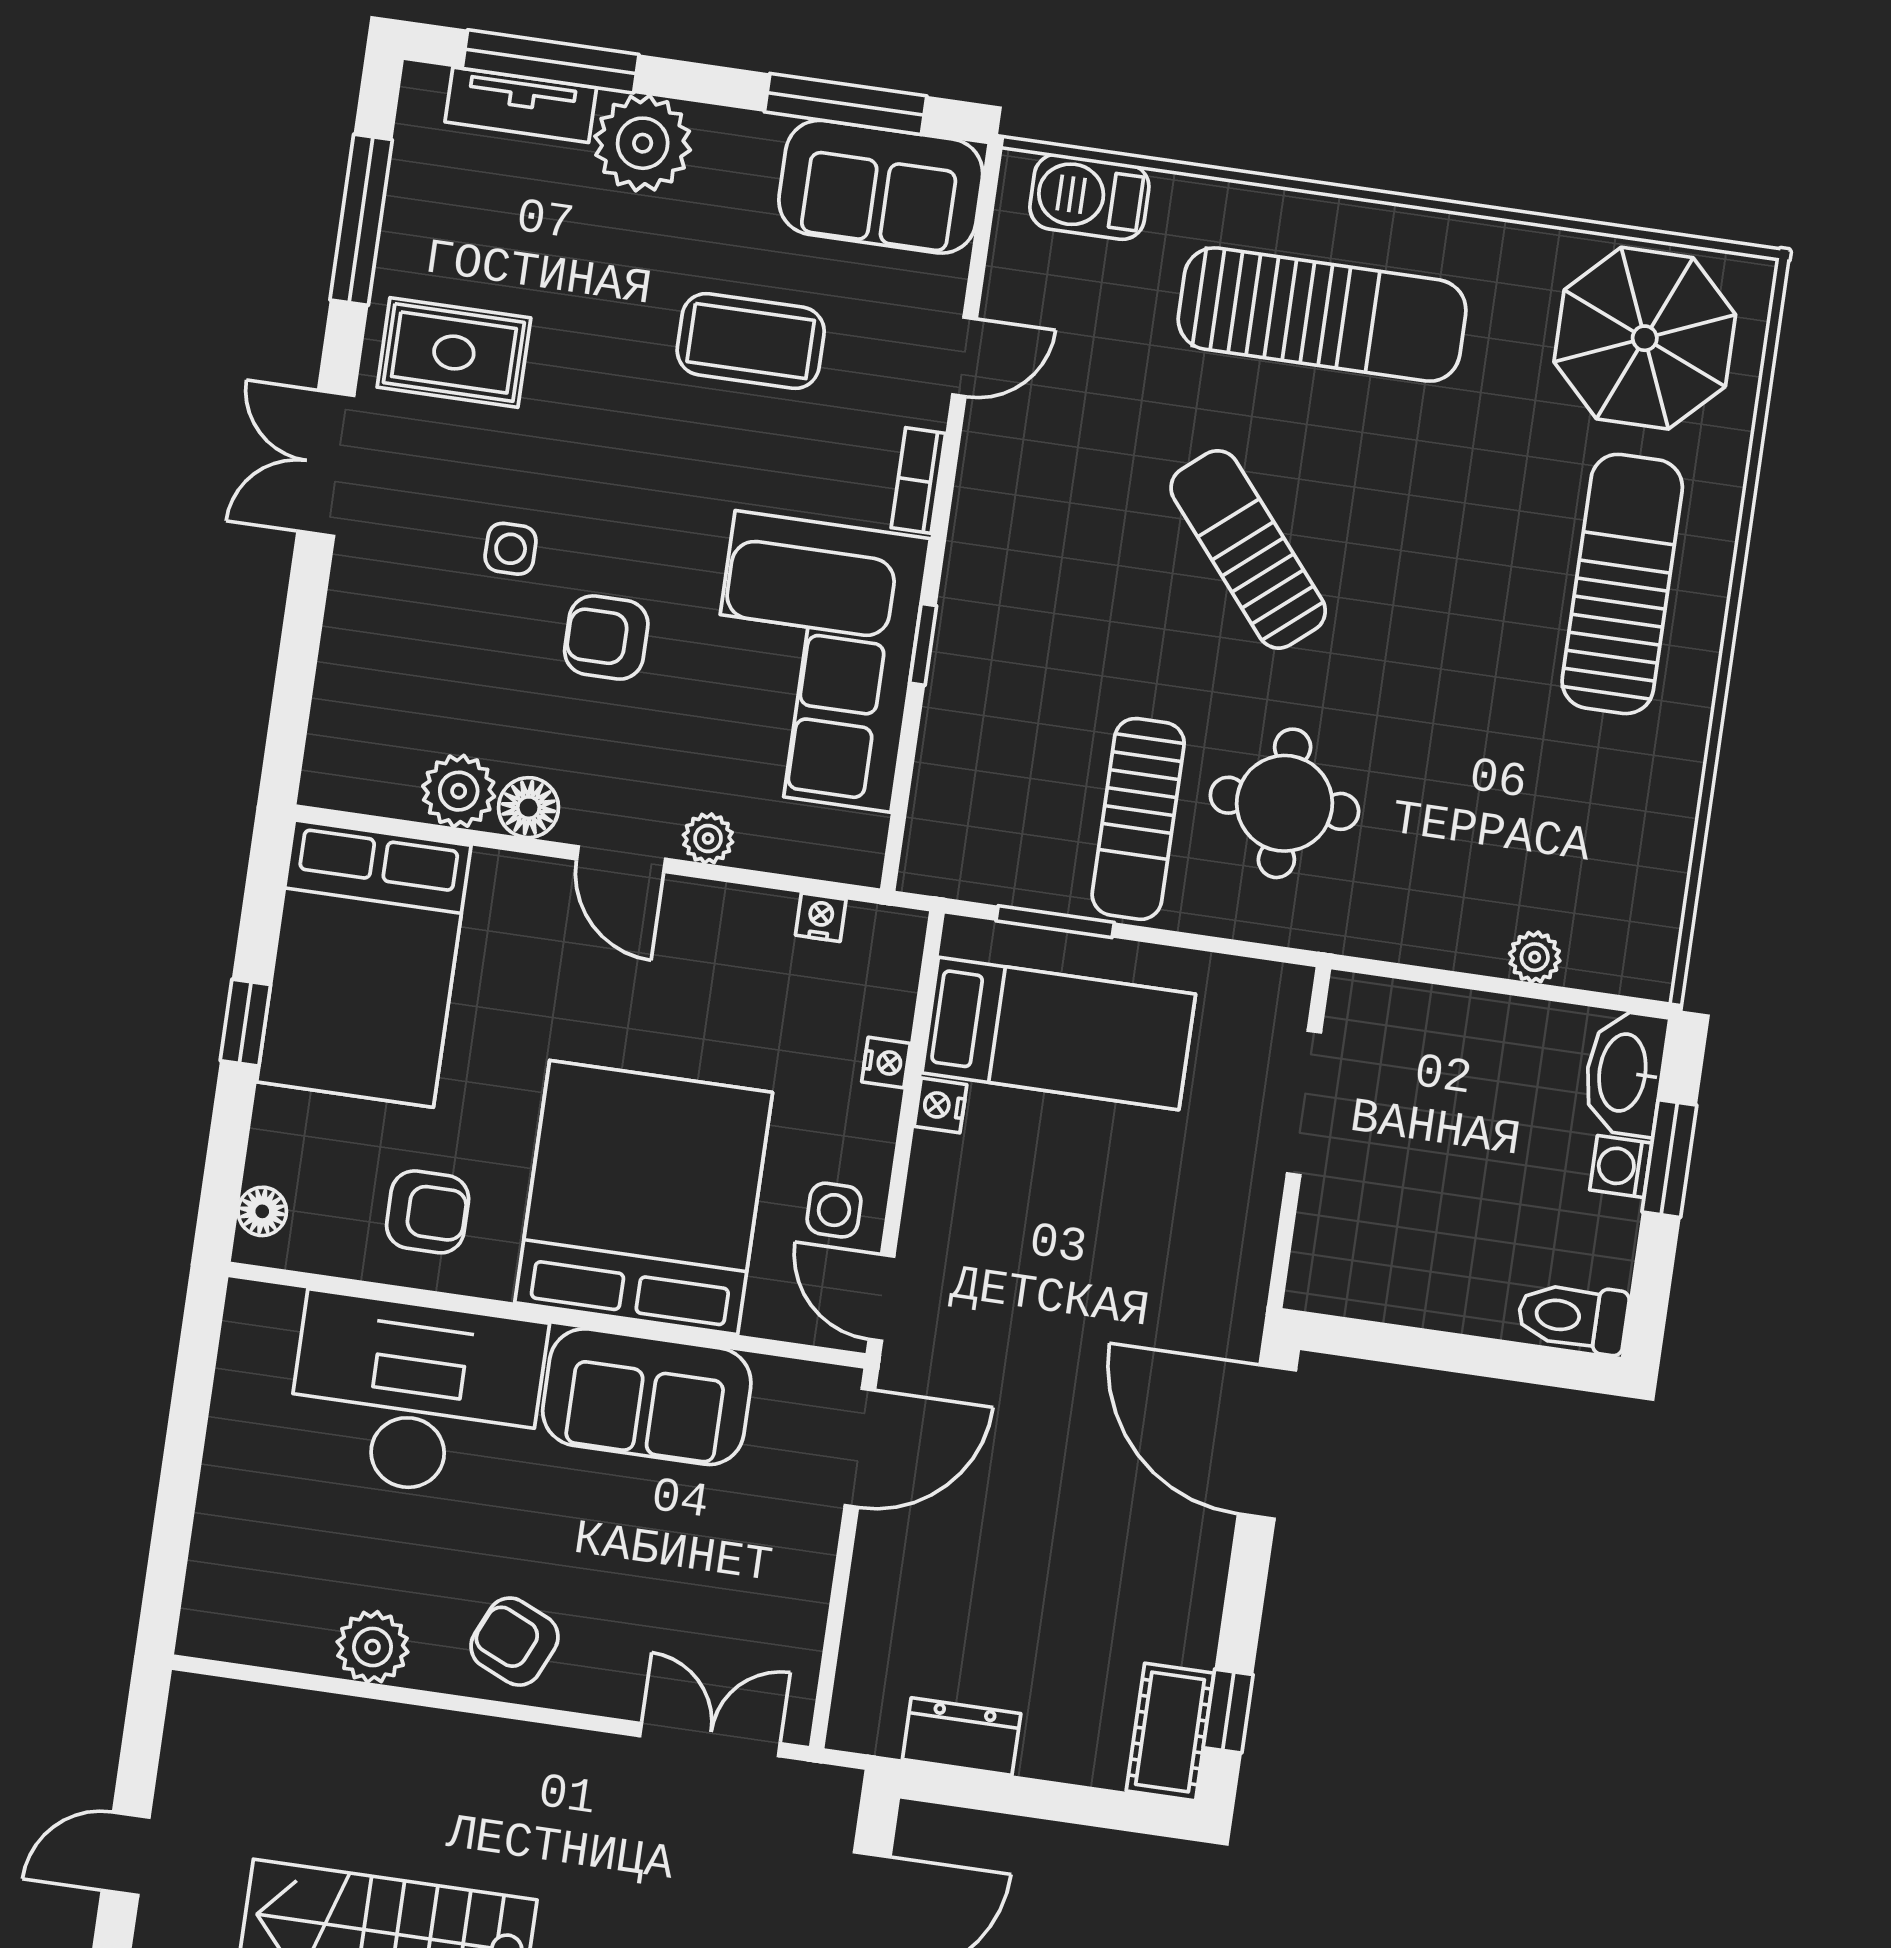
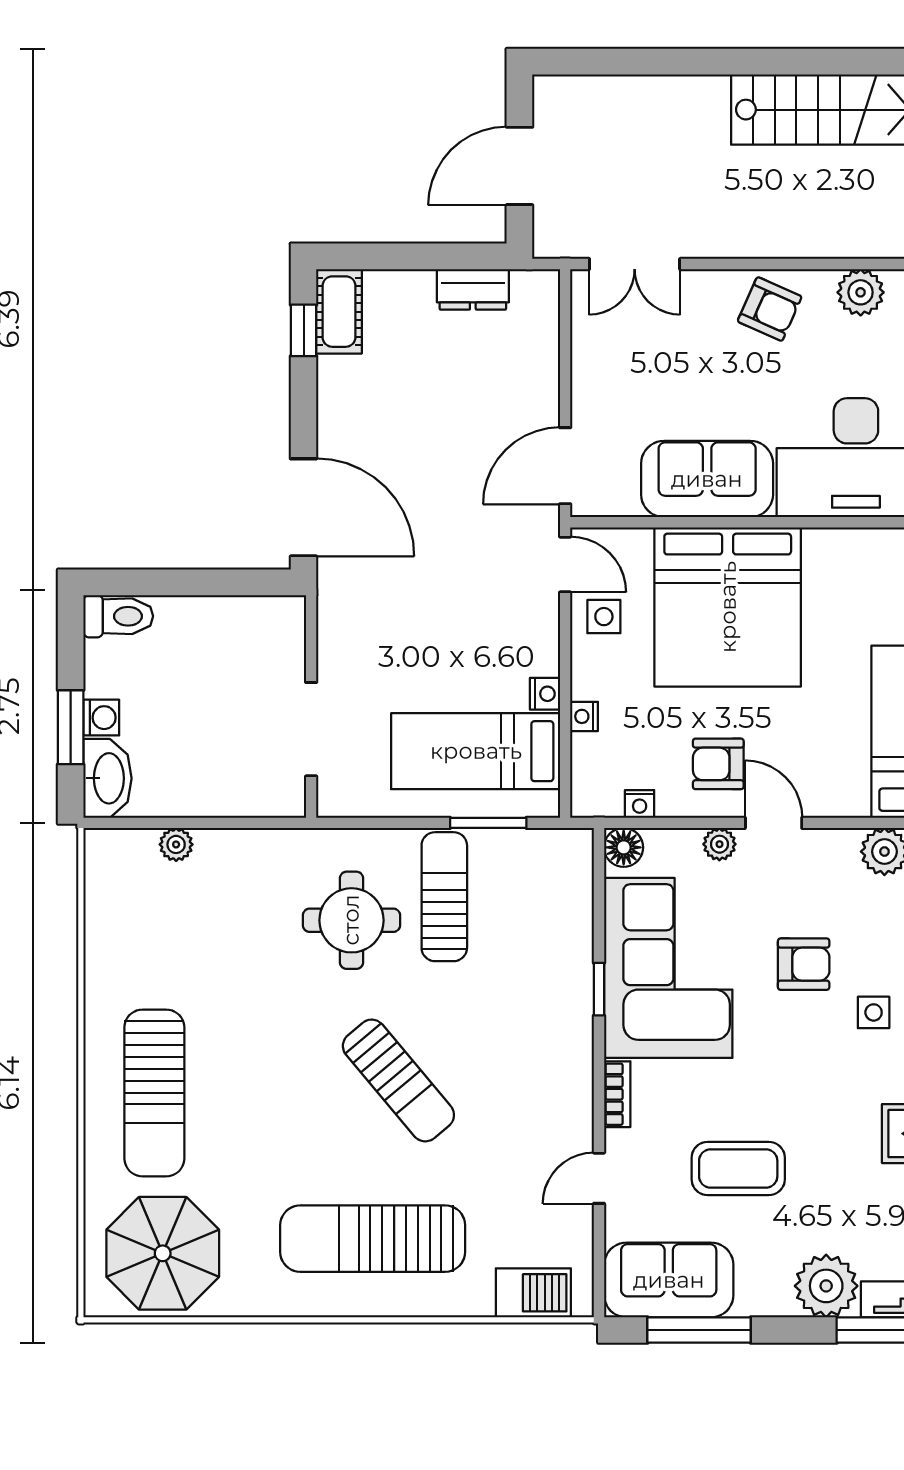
floor lamp: (529, 808) -> (624, 847), moved
armchair: (428, 1212) -> (718, 764), moved

